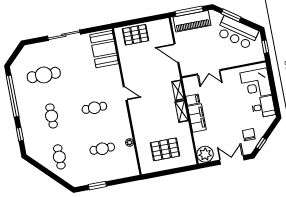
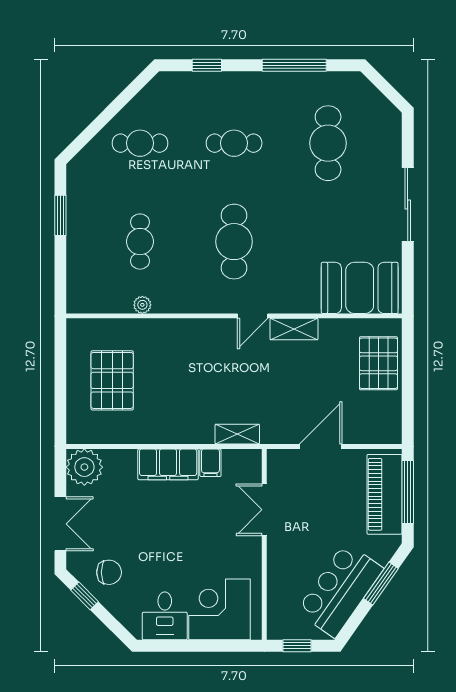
window: (13, 96) -> (294, 65), width x0.68
cafe table: (94, 108) -> (234, 242), width x1.37, depth x1.35
shelving: (182, 111) -> (294, 329), moved

